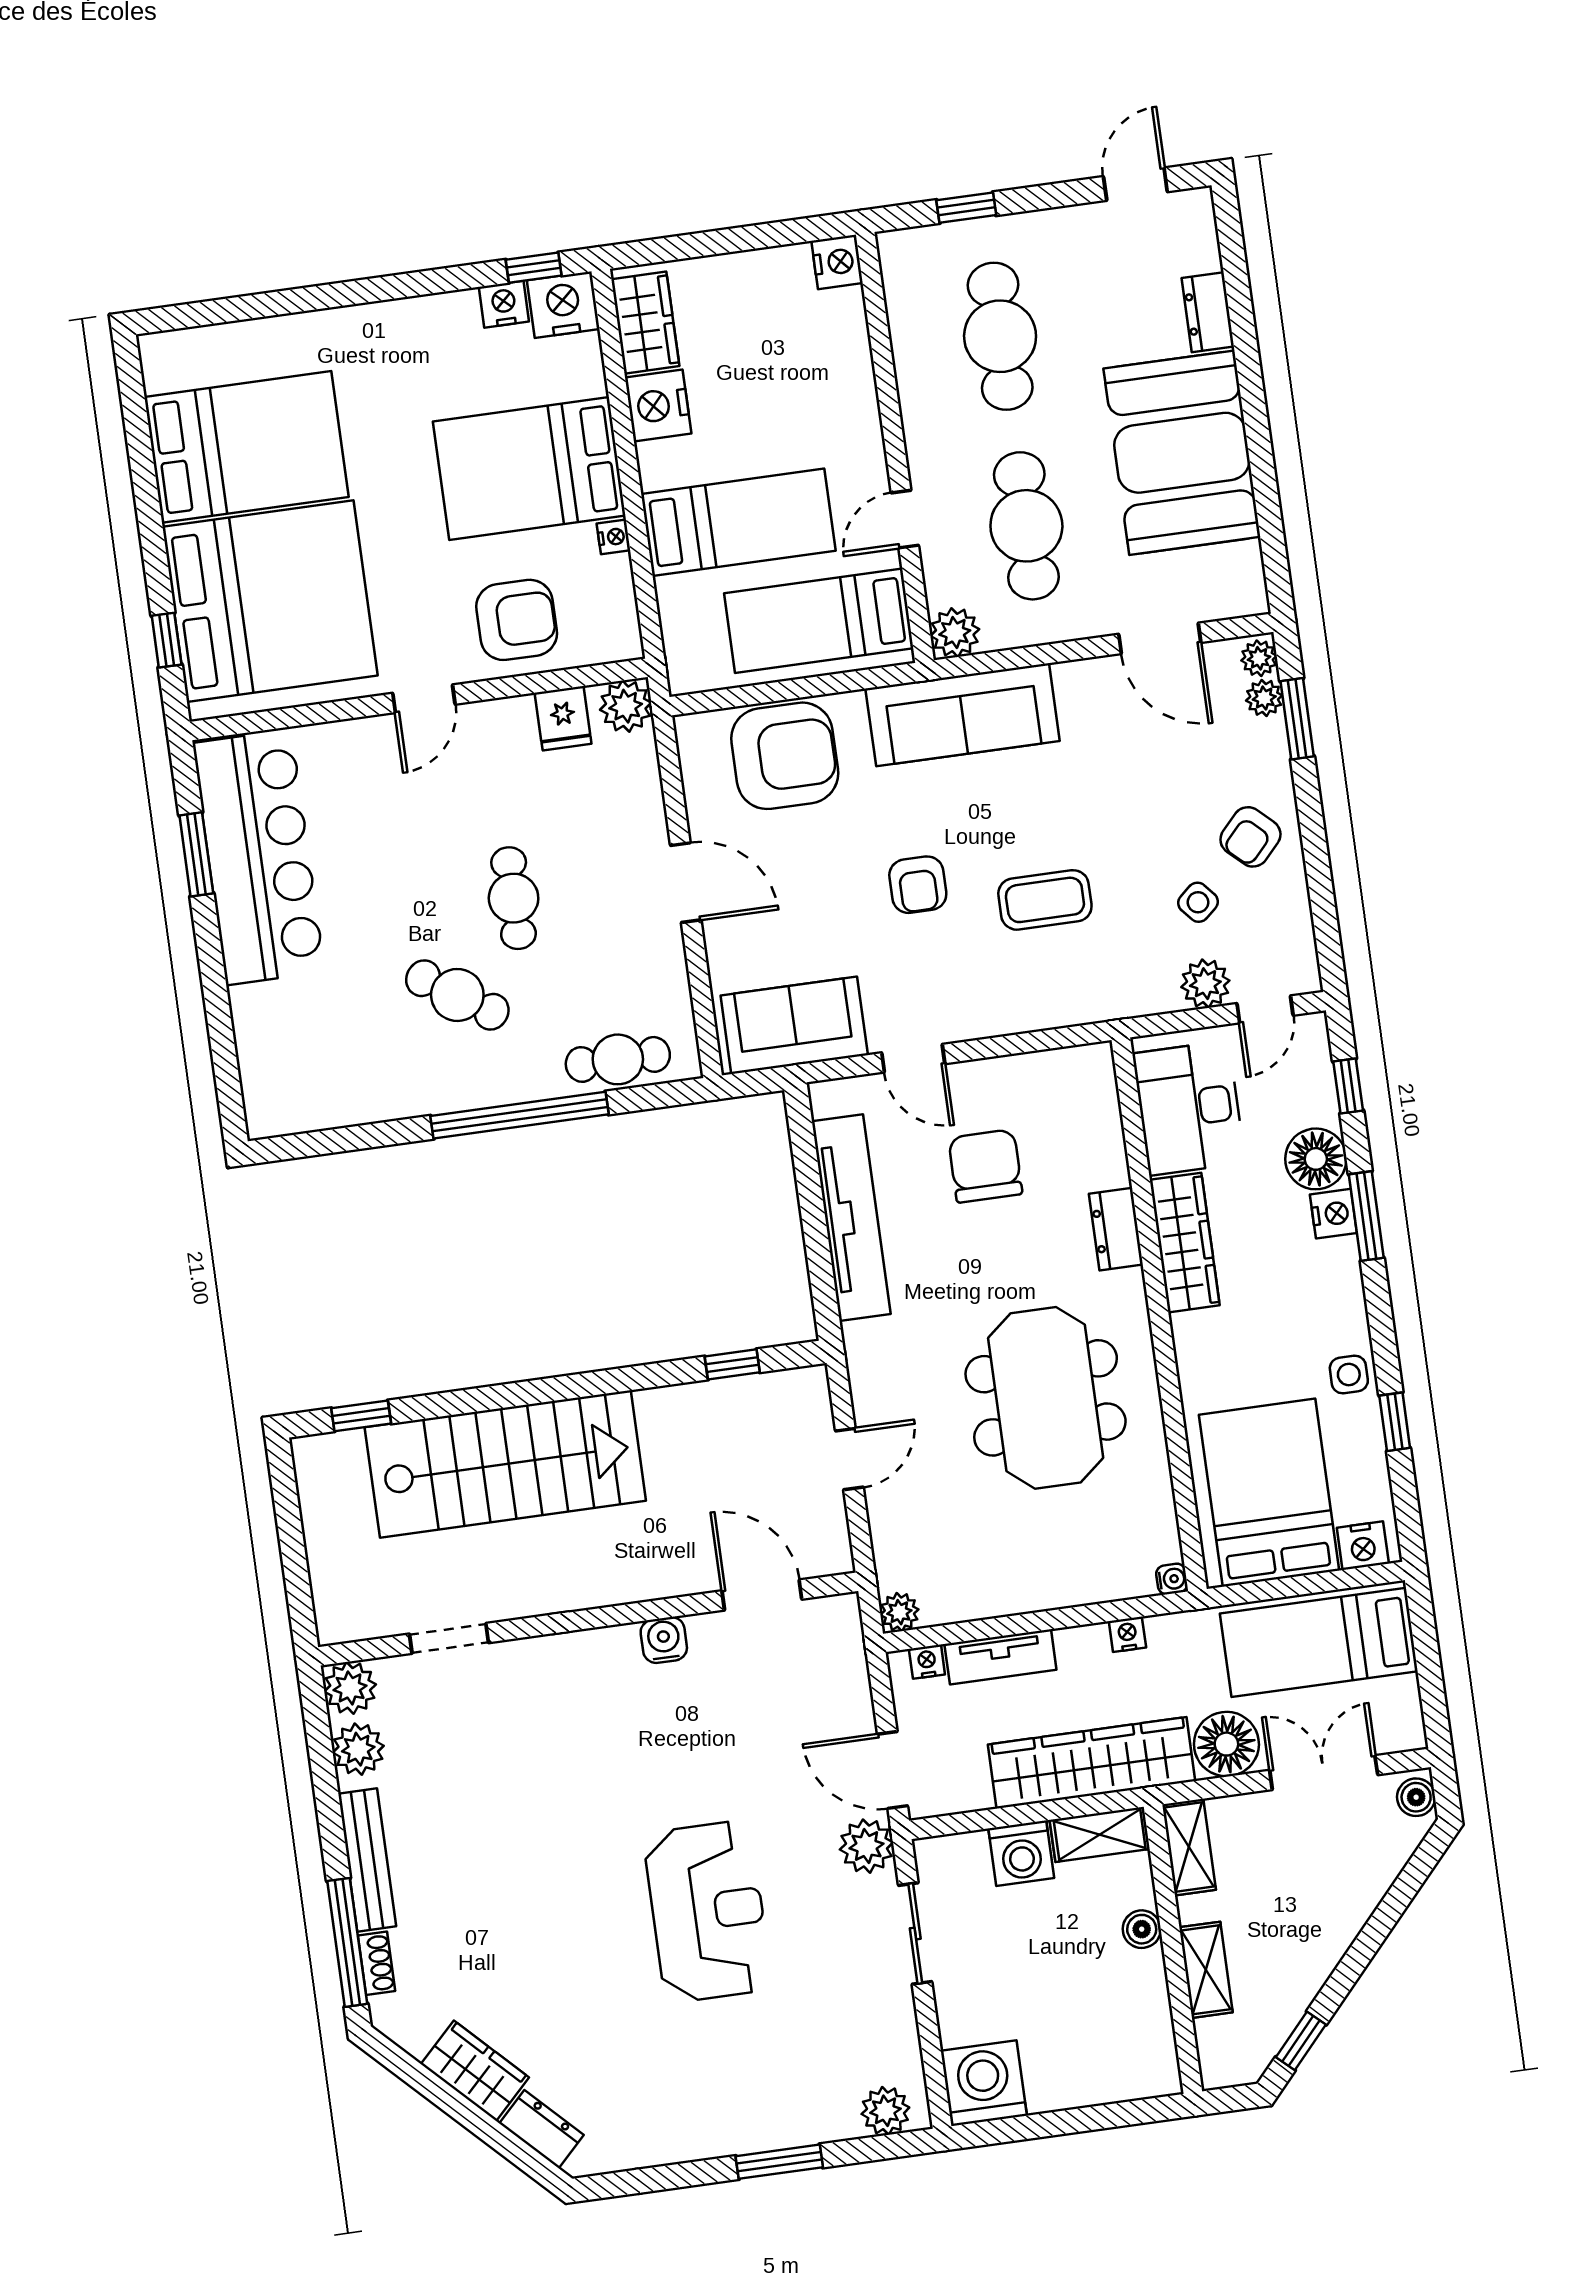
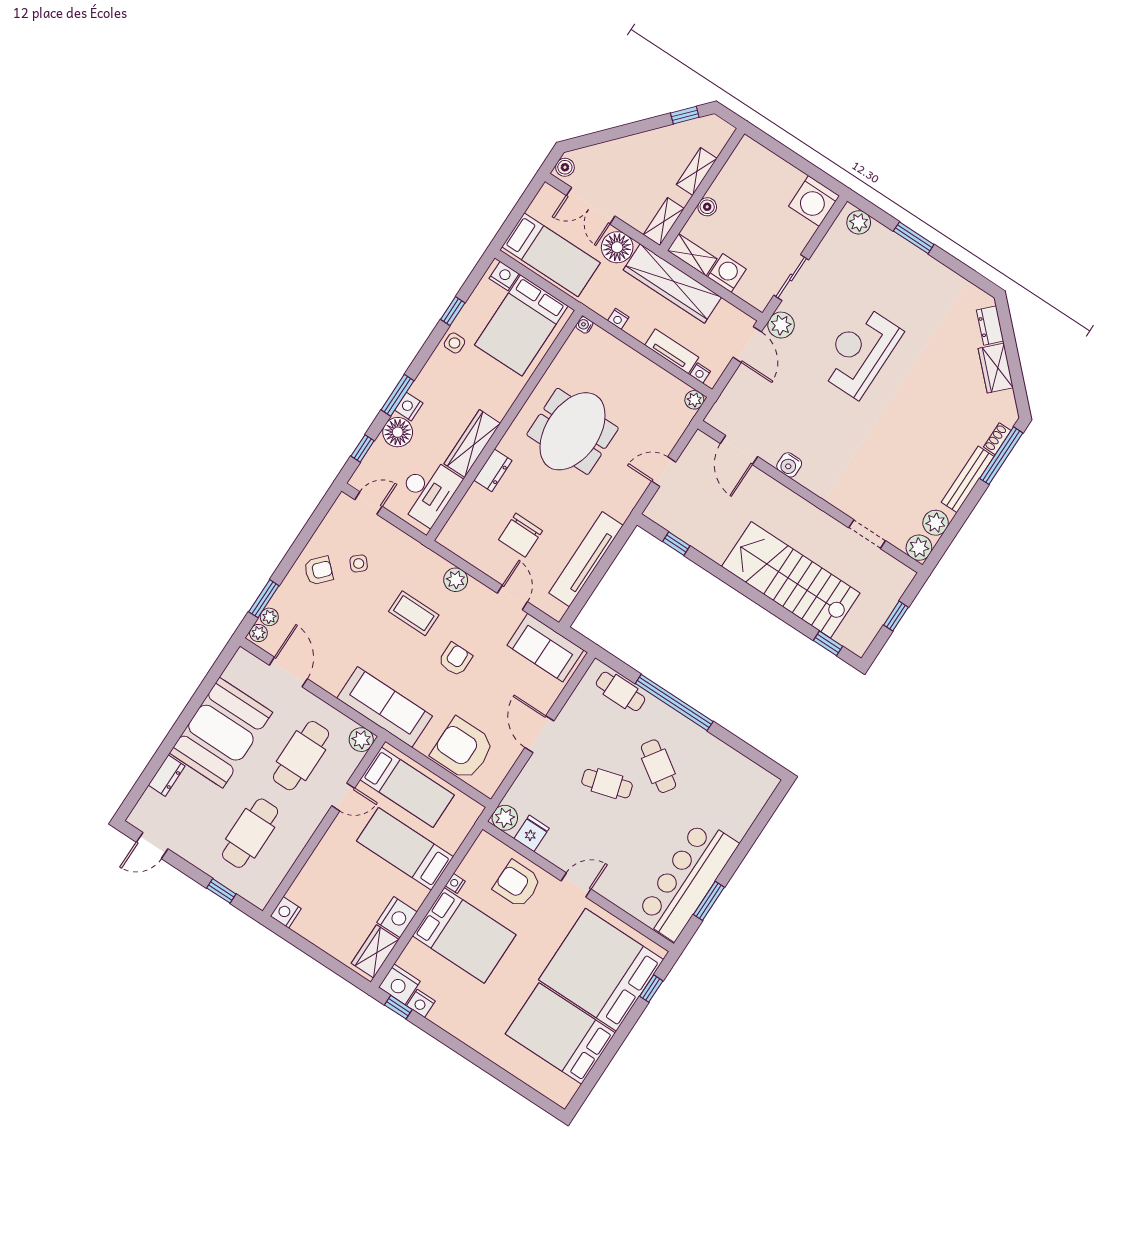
cafe table: (514, 898) -> (607, 784), turned 74
plant: (1205, 984) -> (456, 580), moved
window: (293, 1550) -> (896, 616), added

